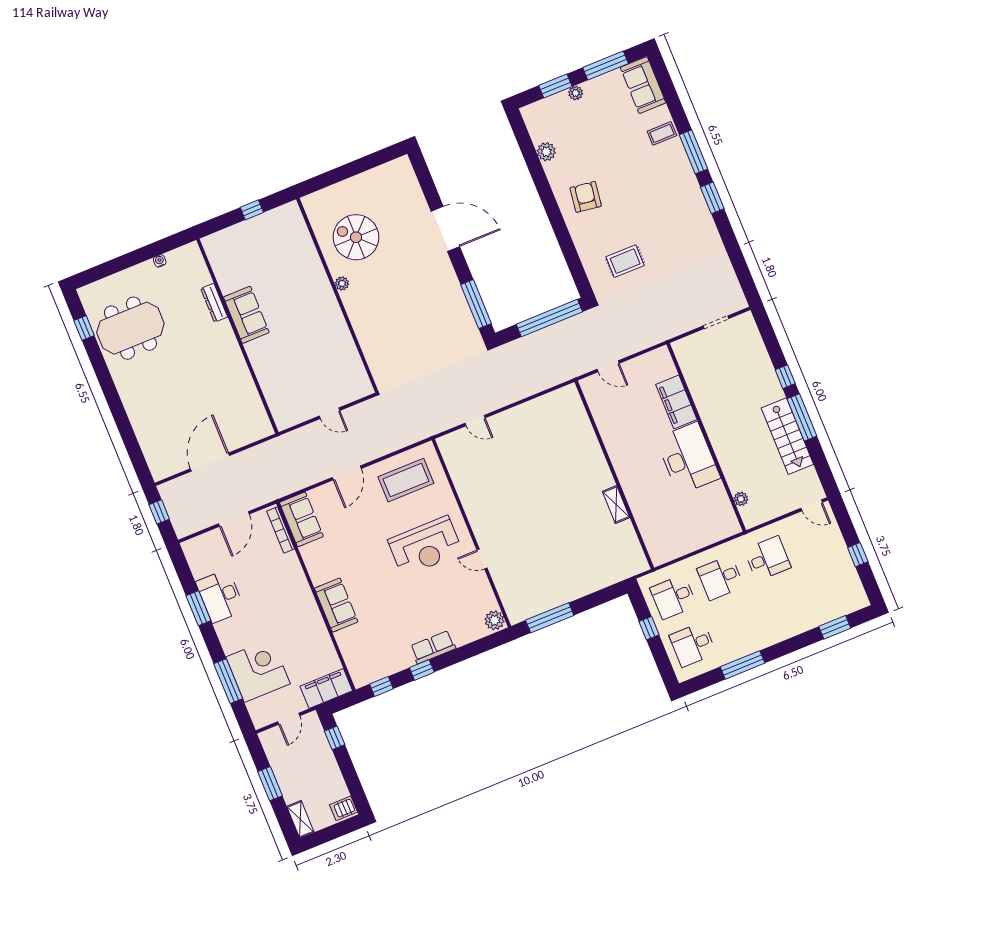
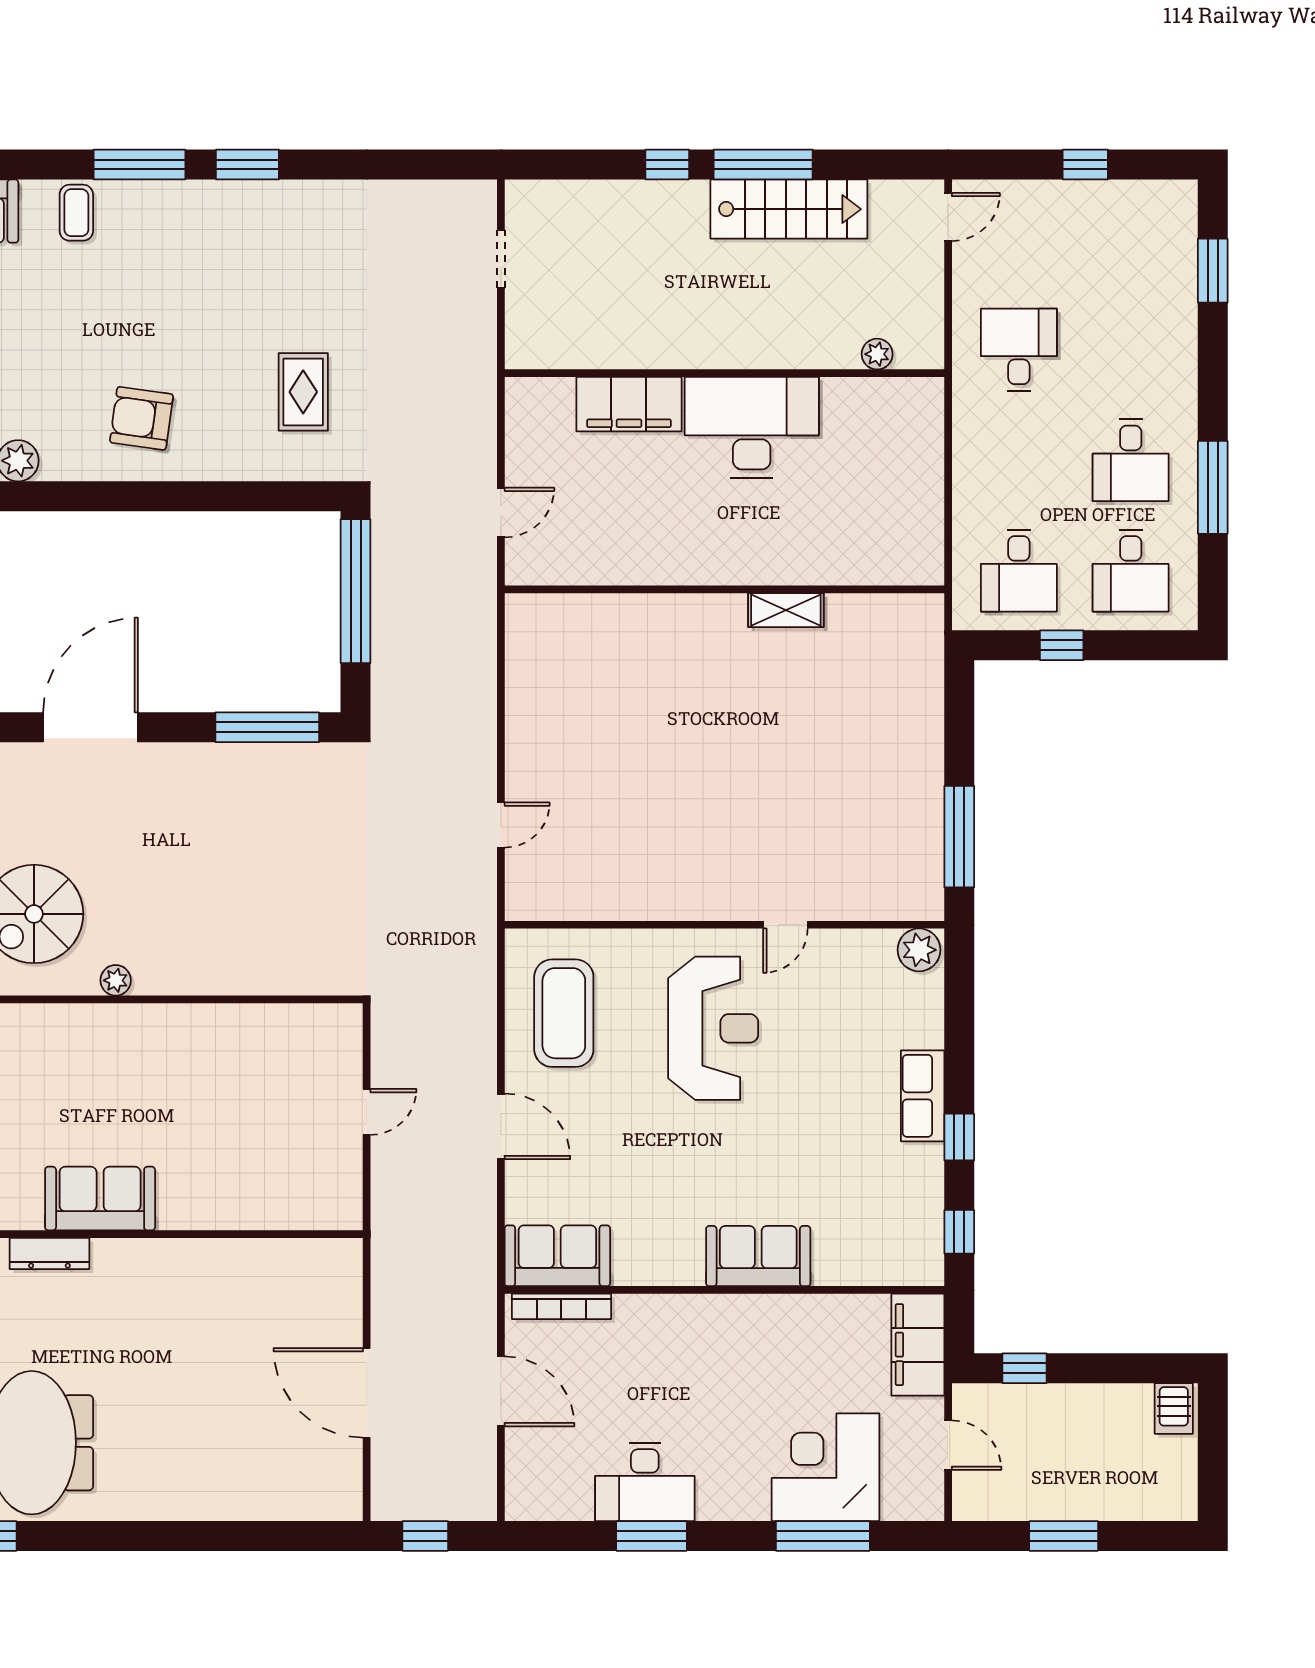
desk: (720, 578) -> (1131, 460), moved
shelving: (300, 819) -> (1160, 1504), removed

